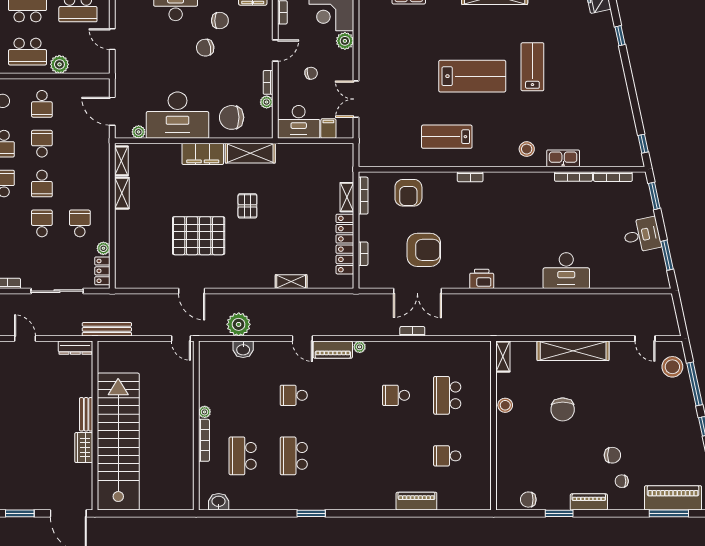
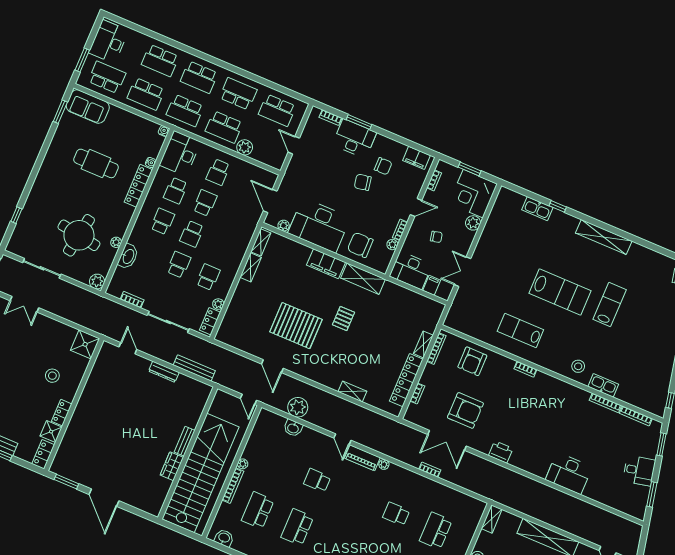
bench: (86, 414) -> (185, 441), moved
wall: (95, 426) -> (188, 453), moved
stairs: (118, 442) -> (200, 473), moved
wardrobe: (84, 448) -> (172, 466), moved

